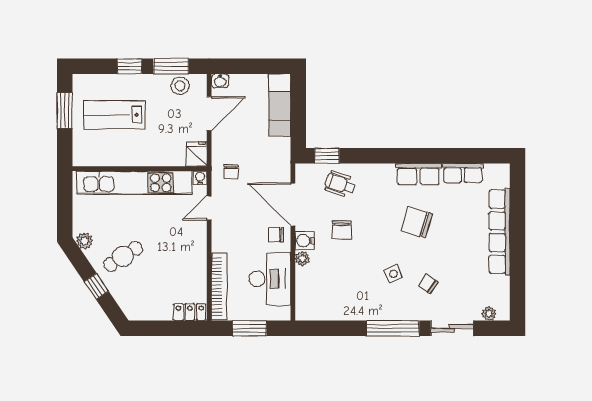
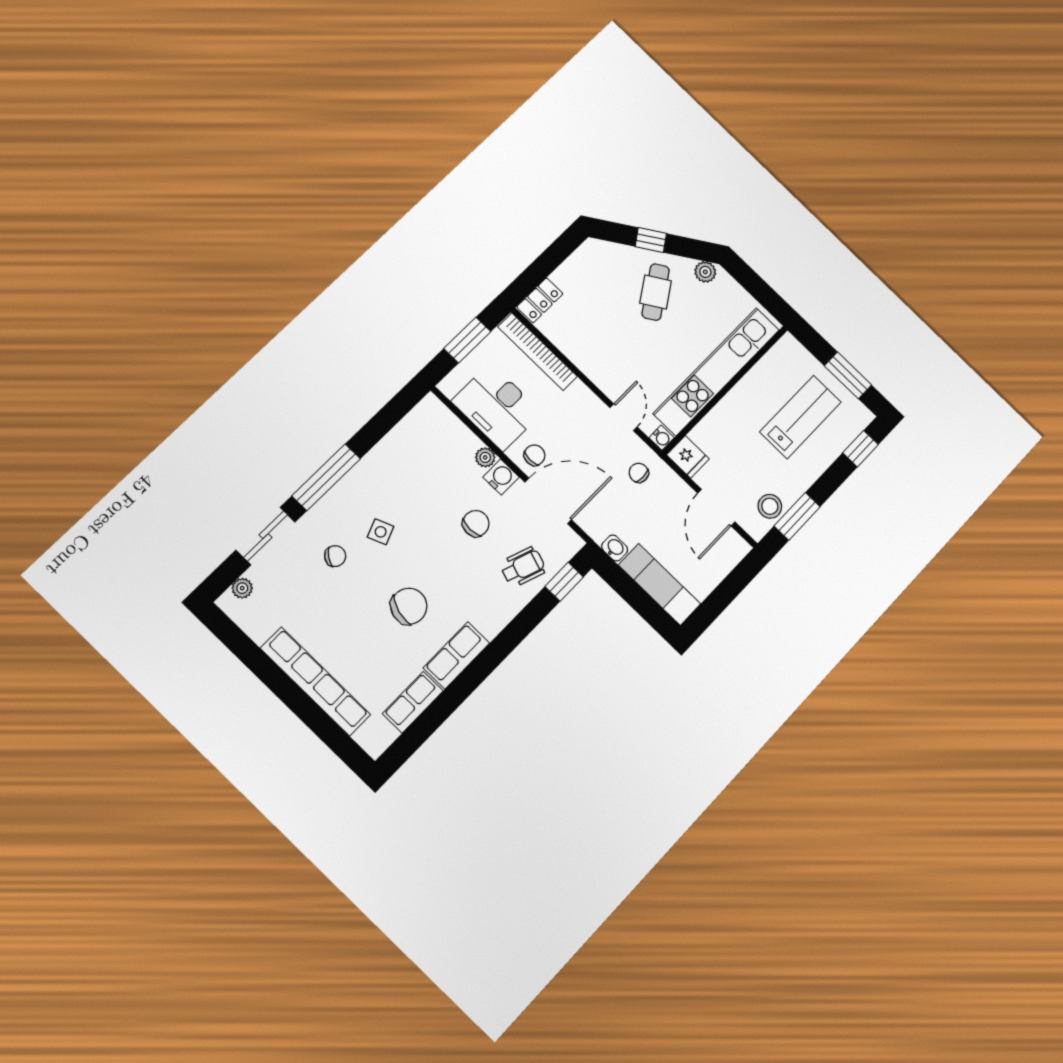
window: (129, 66) -> (861, 449), moved
washbasin: (220, 81) -> (615, 548), moved, turned 90
chair: (342, 230) -> (476, 524), turned 90

